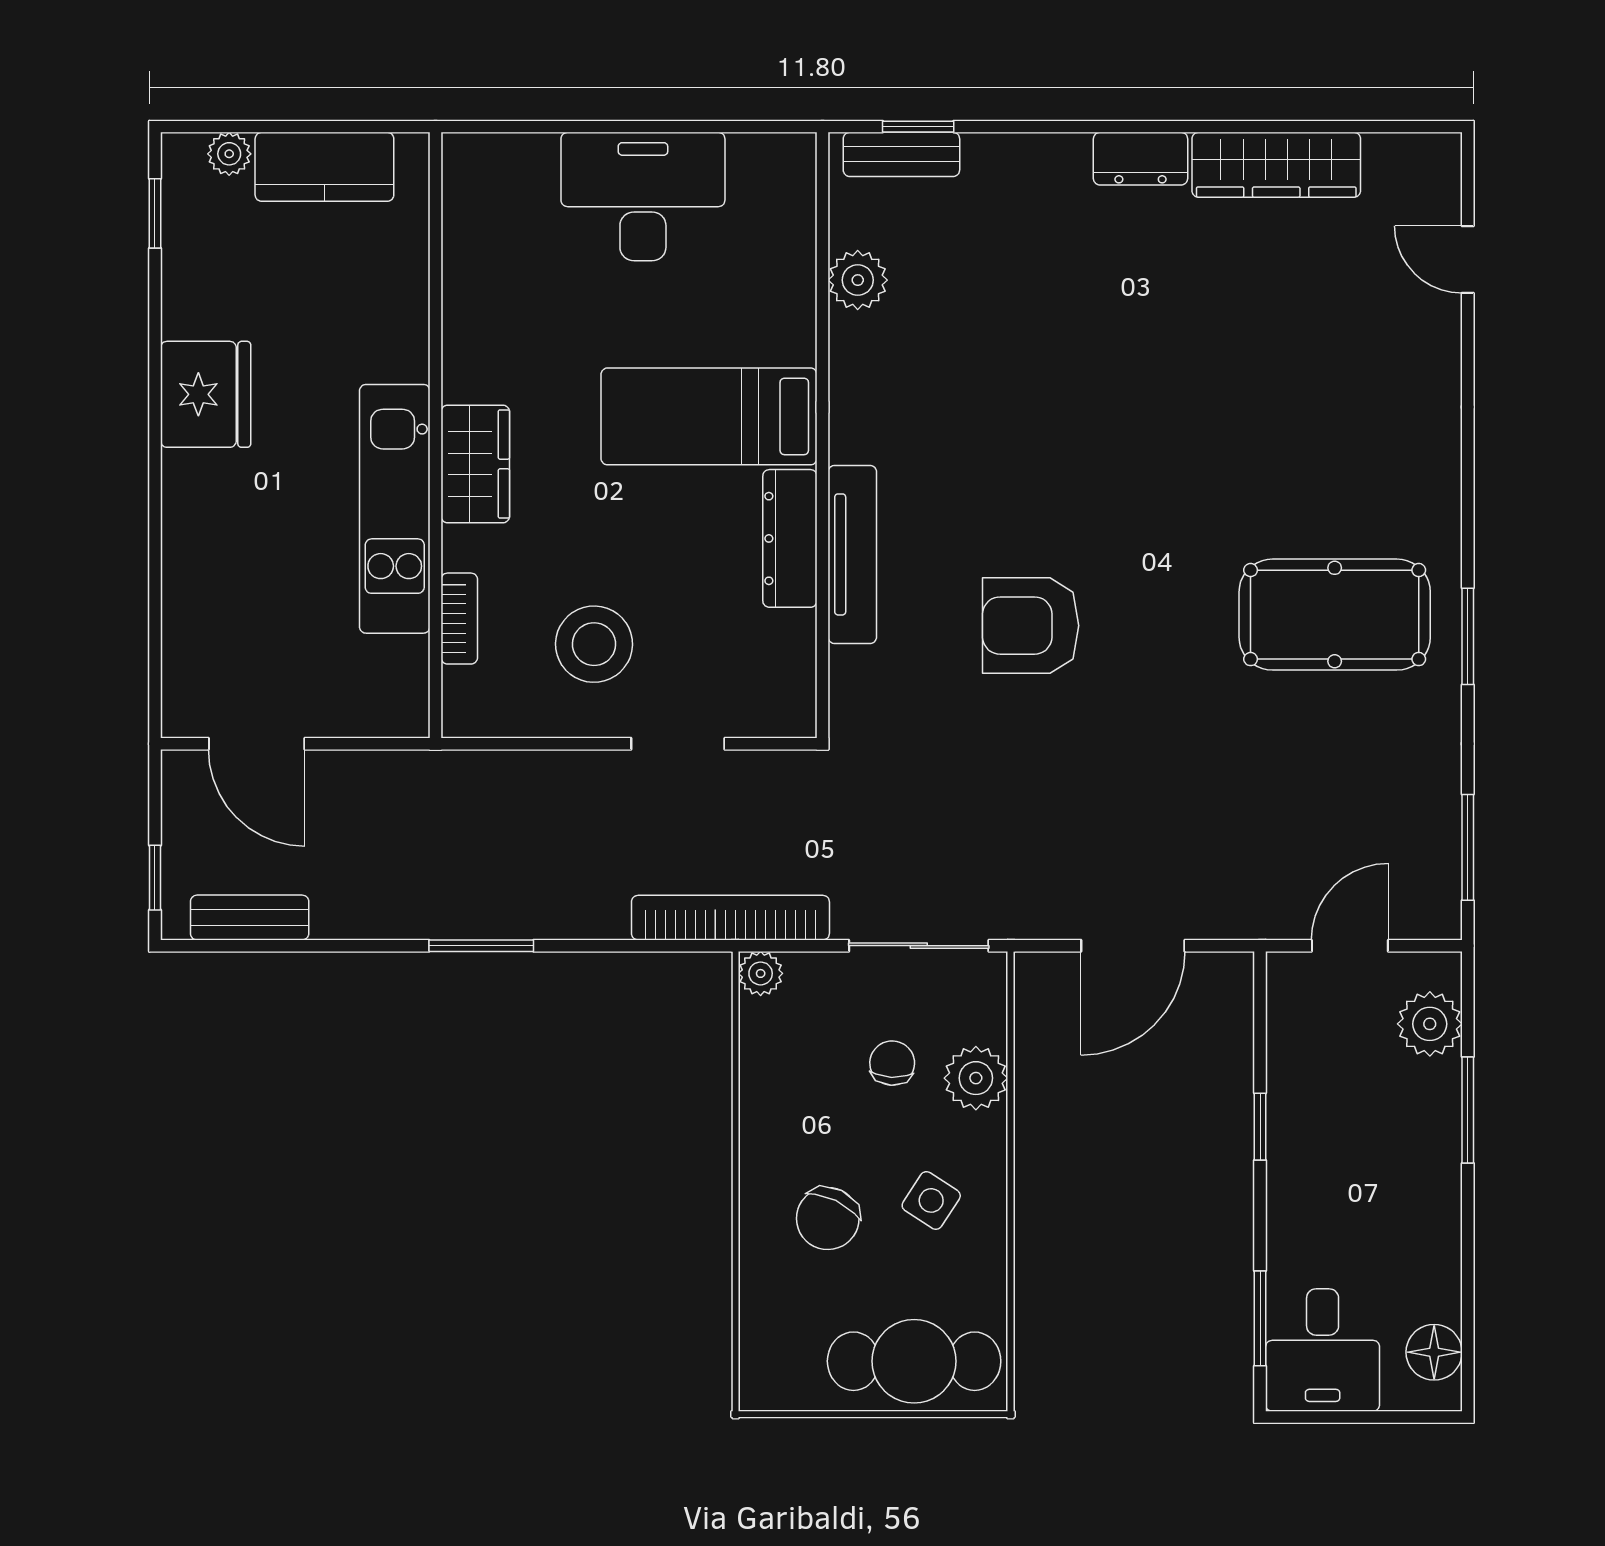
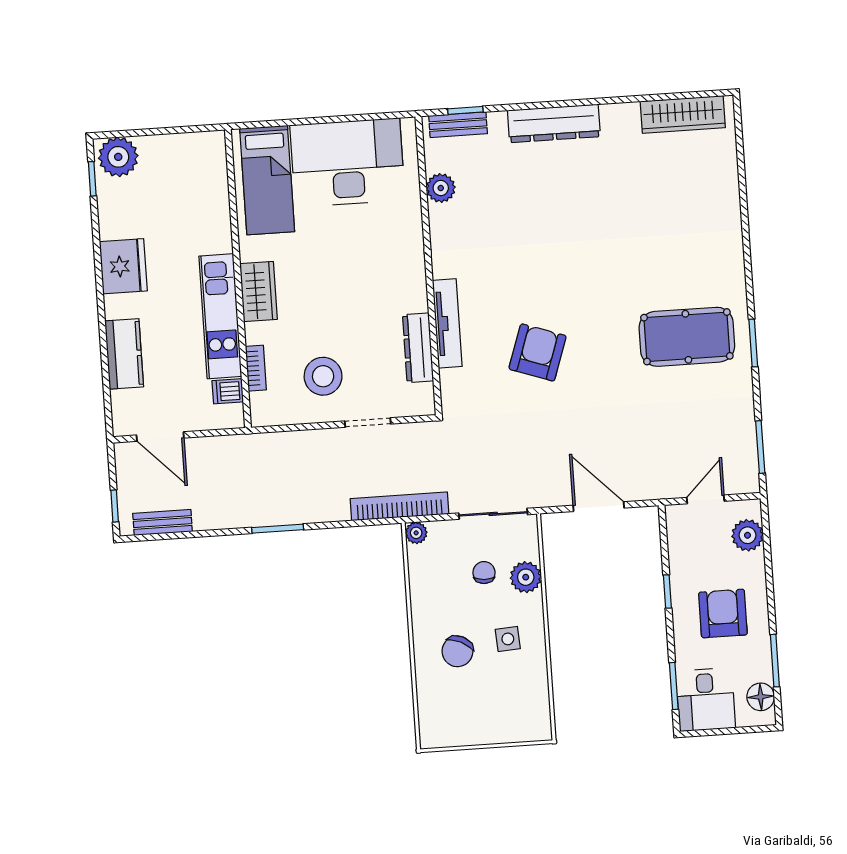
plant: (229, 154) -> (118, 157), width x1.87, depth x1.87
dresser: (1141, 159) -> (554, 123), width x1.96, depth x1.24
wardrobe: (1276, 165) -> (683, 114), moved
kitchen counter: (324, 167) -> (124, 354), moved, turned -90
desk: (643, 197) -> (347, 163), width x1.36, depth x1.30
door: (1468, 260) -> (741, 157), removed
bed: (709, 416) -> (267, 180), moved, turned -90
dresser: (790, 538) -> (418, 348), moved
armchair: (1031, 626) -> (538, 352), turned 109
dishwasher: (399, 661) -> (228, 391), added
door: (1133, 946) -> (599, 507), swing flipped
window: (1468, 1110) -> (775, 661), moved
armchair: (1369, 1179) -> (723, 614), added
side table: (931, 1200) -> (508, 639), turned -37
cafe table: (914, 1361) -> (505, 719), removed

